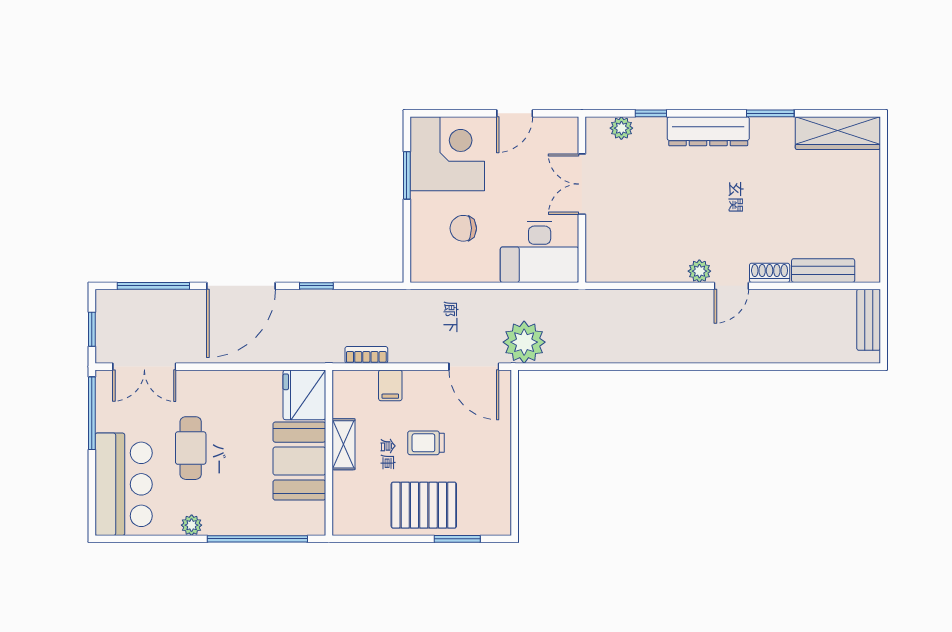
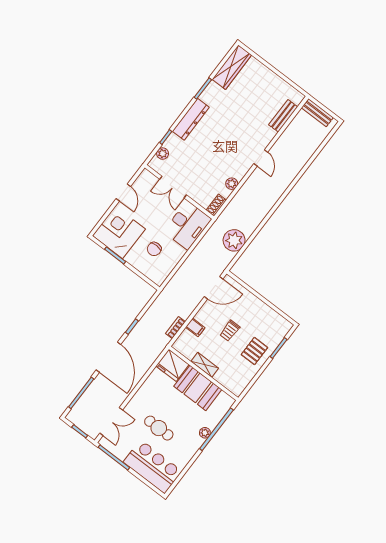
plant: (699, 271) -> (232, 184), moved
shoe rack: (770, 273) -> (216, 205), moved
plant: (524, 342) -> (234, 240), moved
pallet: (424, 505) -> (254, 351), width x0.67, depth x0.71
plant: (192, 525) -> (205, 433), moved

